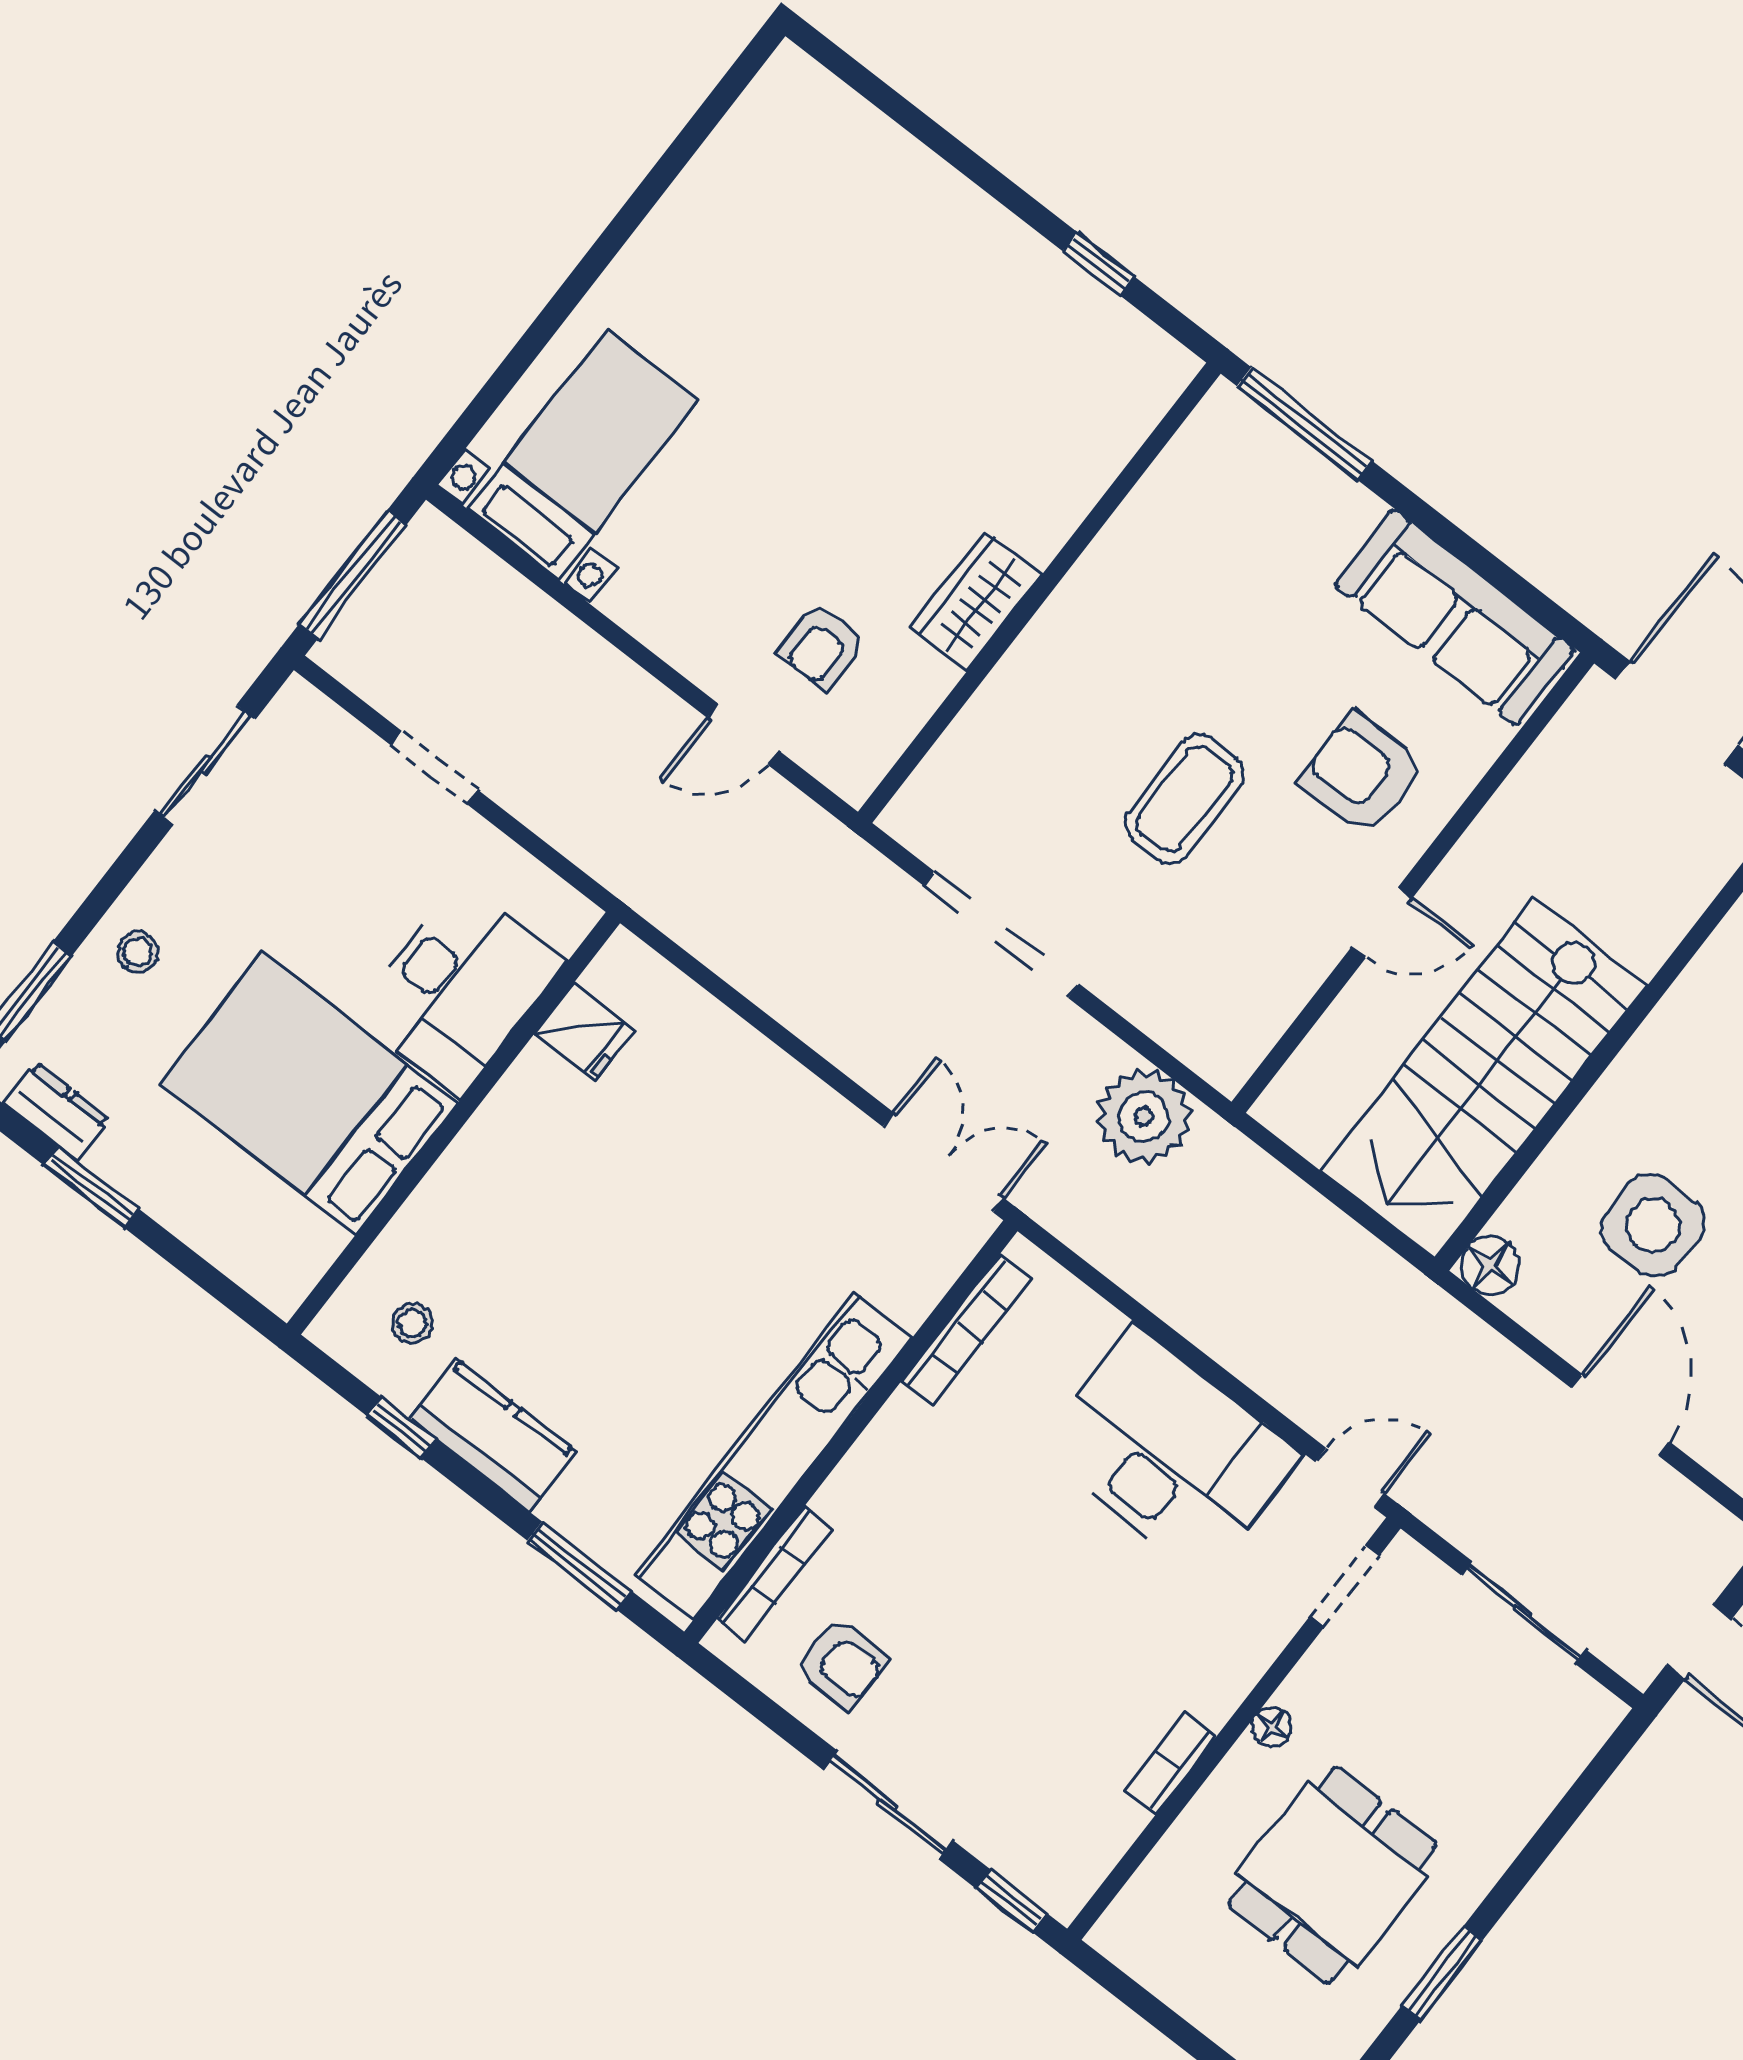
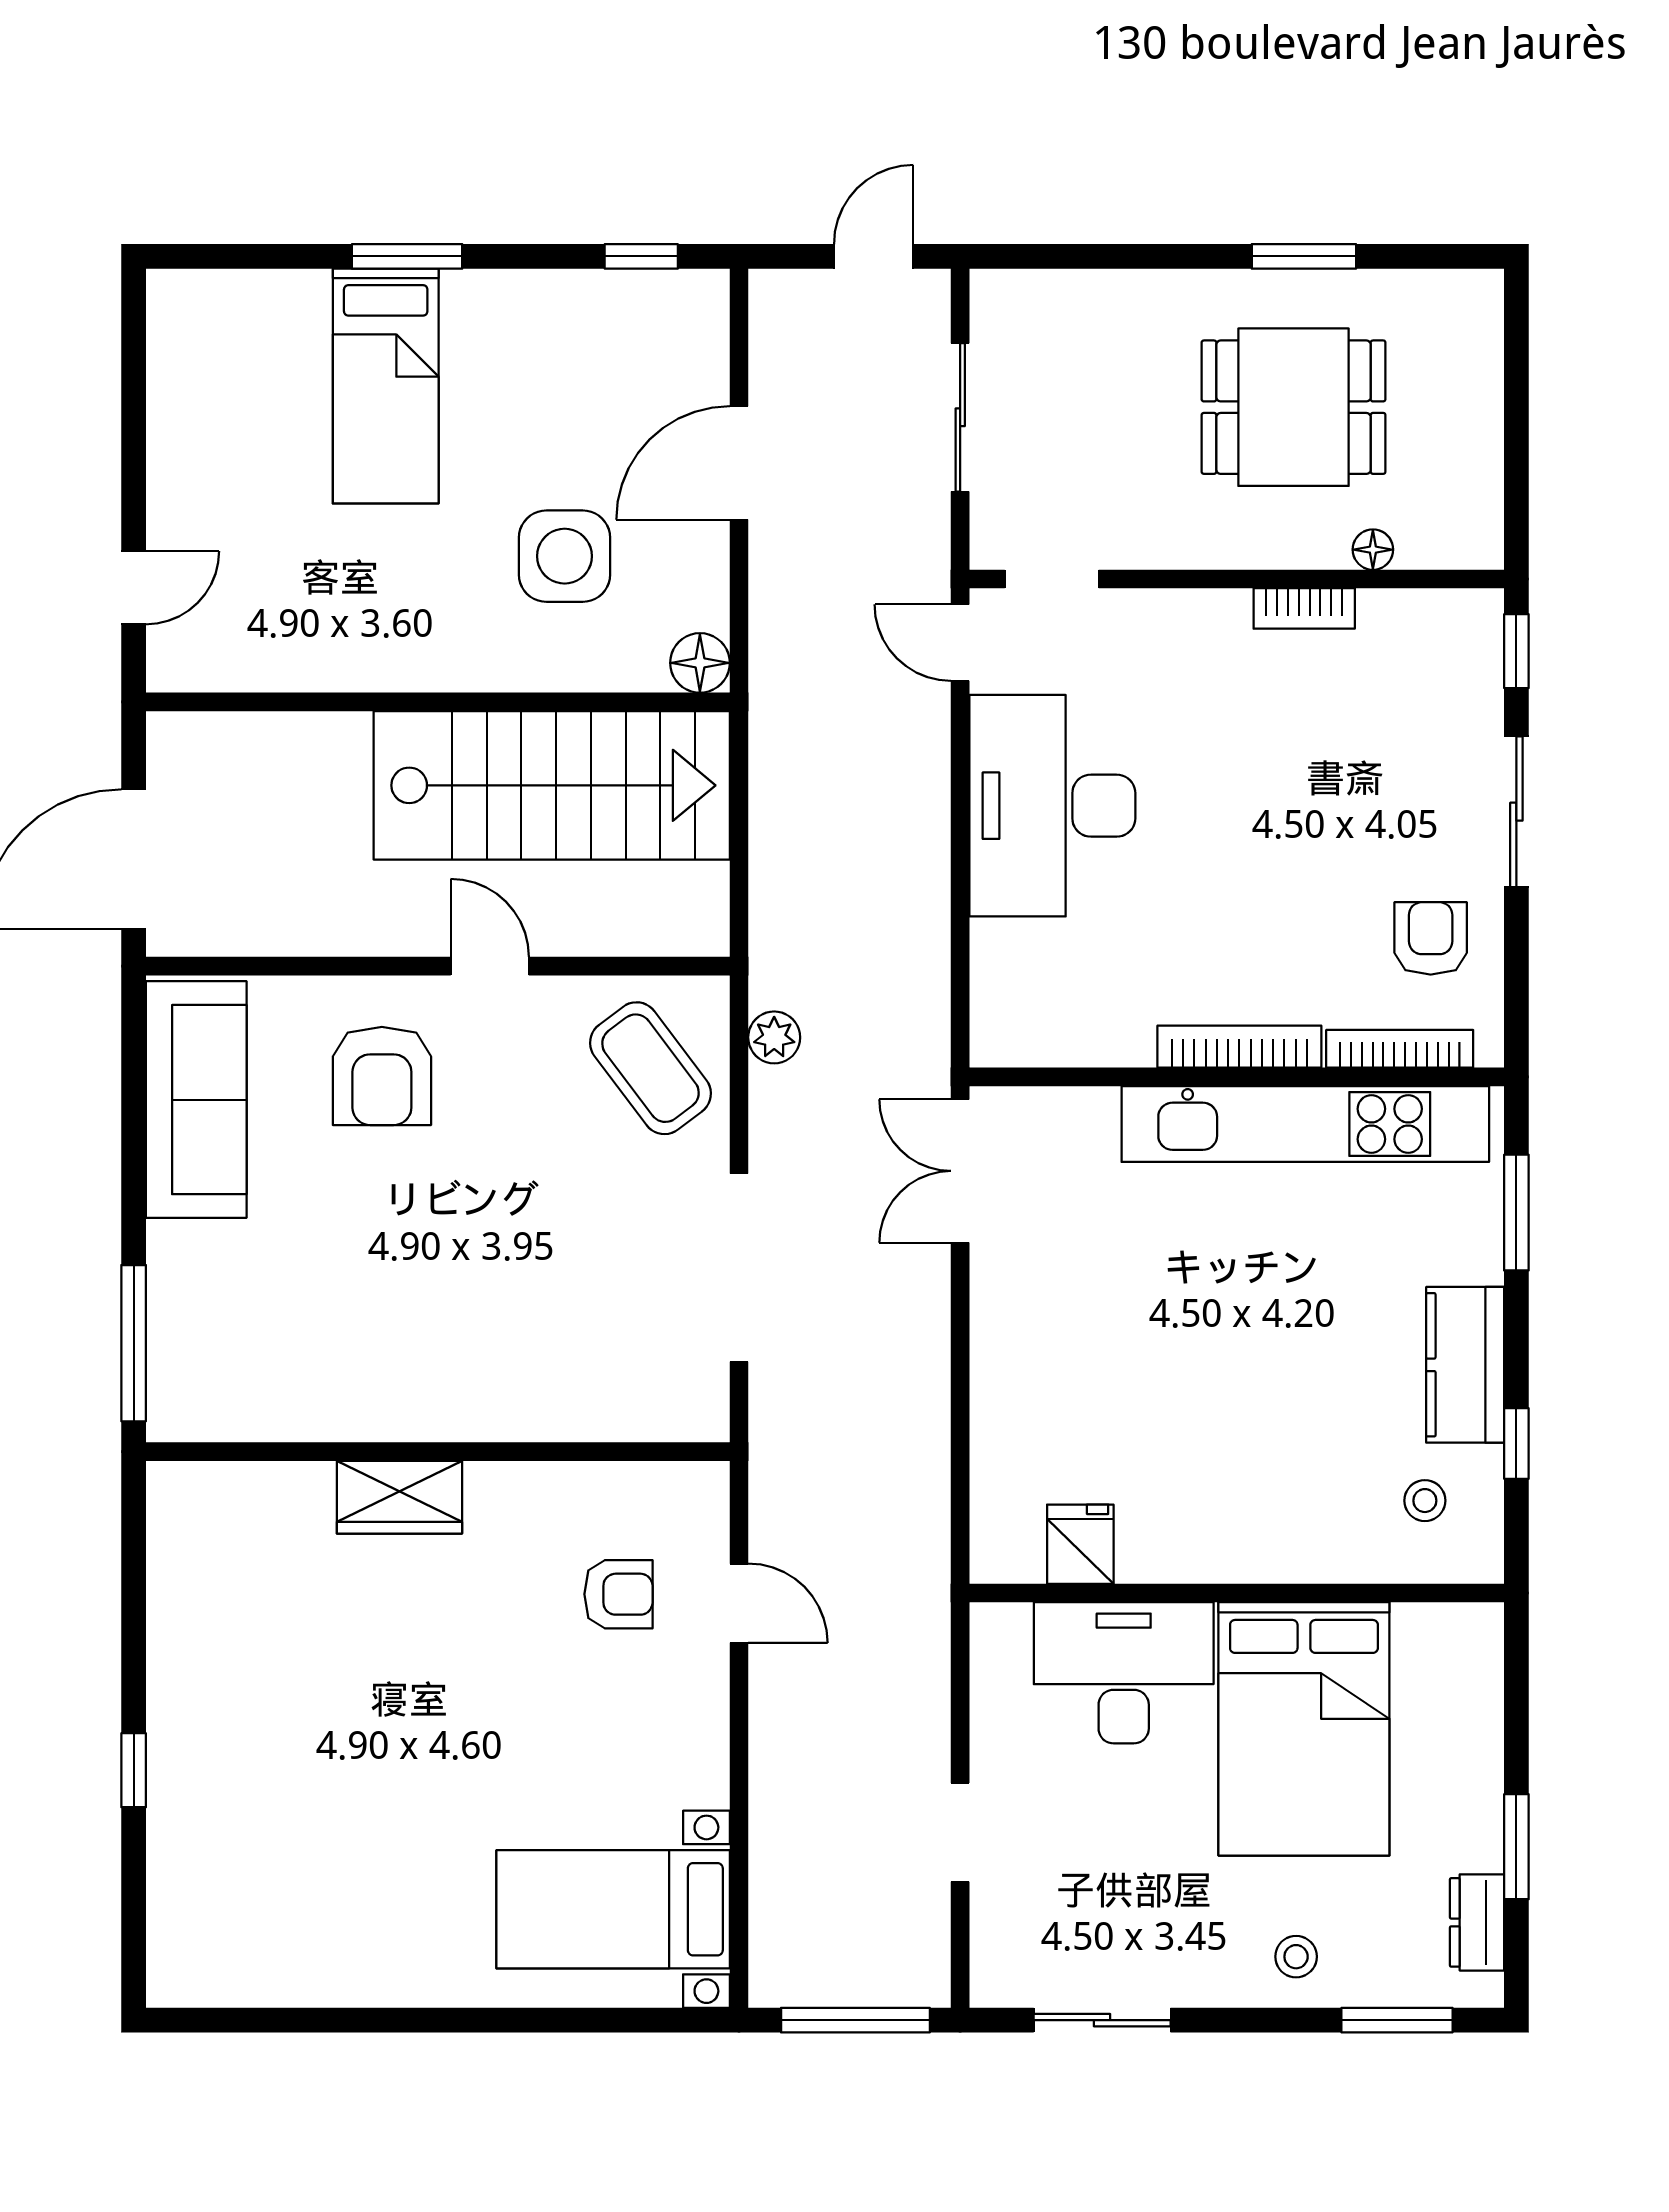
window: (1098, 264) -> (134, 1770), moved
wardrobe: (976, 601) -> (399, 1497), moved
coffee table: (1184, 799) -> (650, 1068), moved, turned 53
plant: (1144, 1116) -> (774, 1037), width x0.53, depth x0.53
bookcase: (966, 1330) -> (1239, 1047), moved
floor lamp: (1272, 1727) -> (1373, 550), moved

